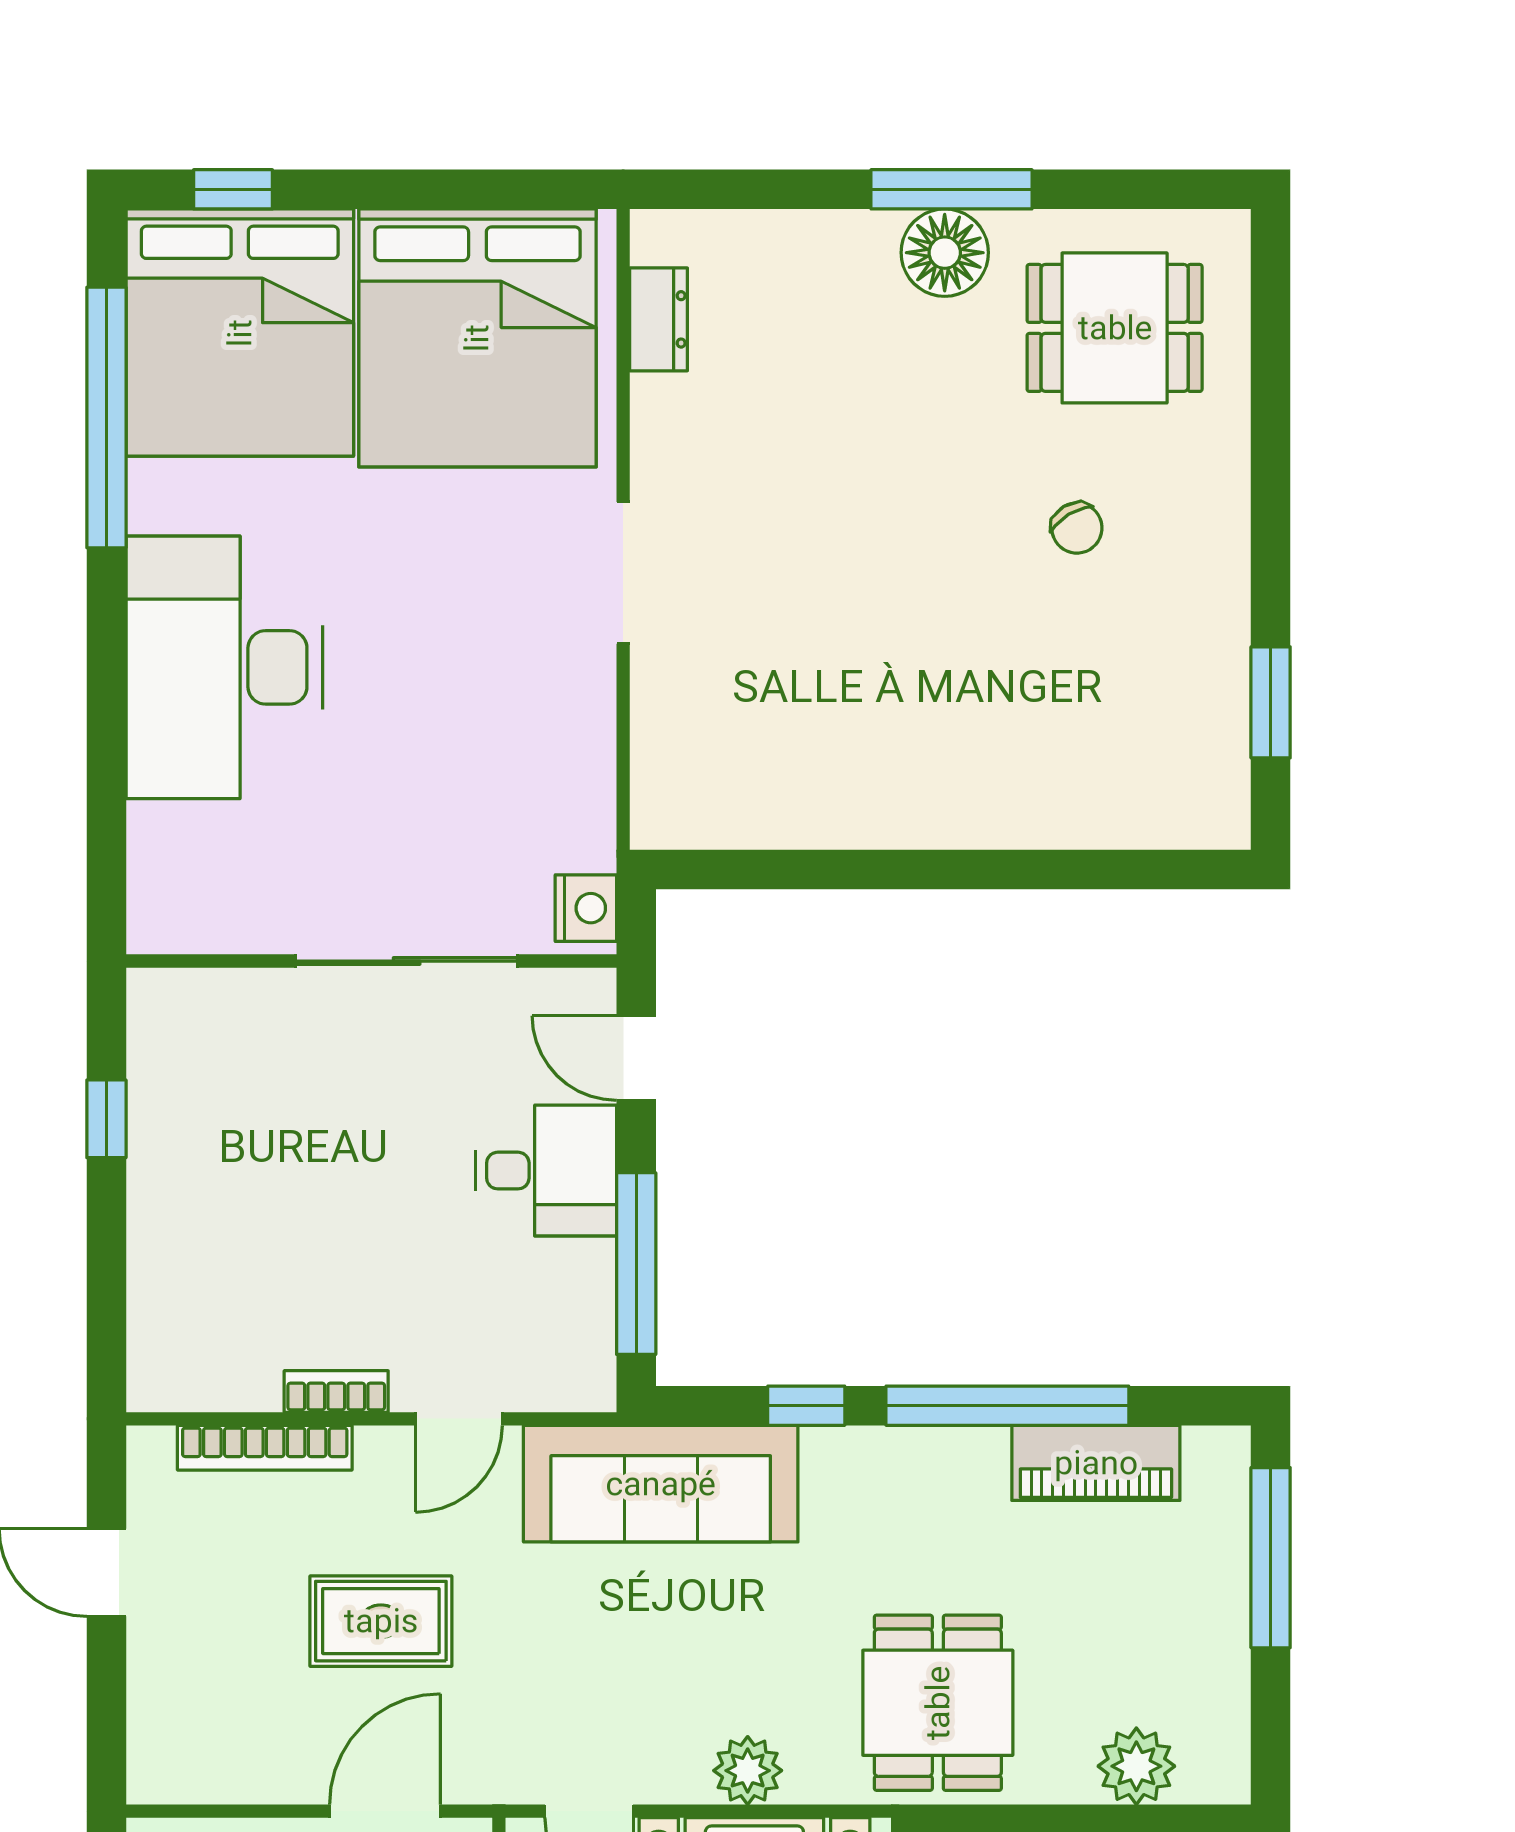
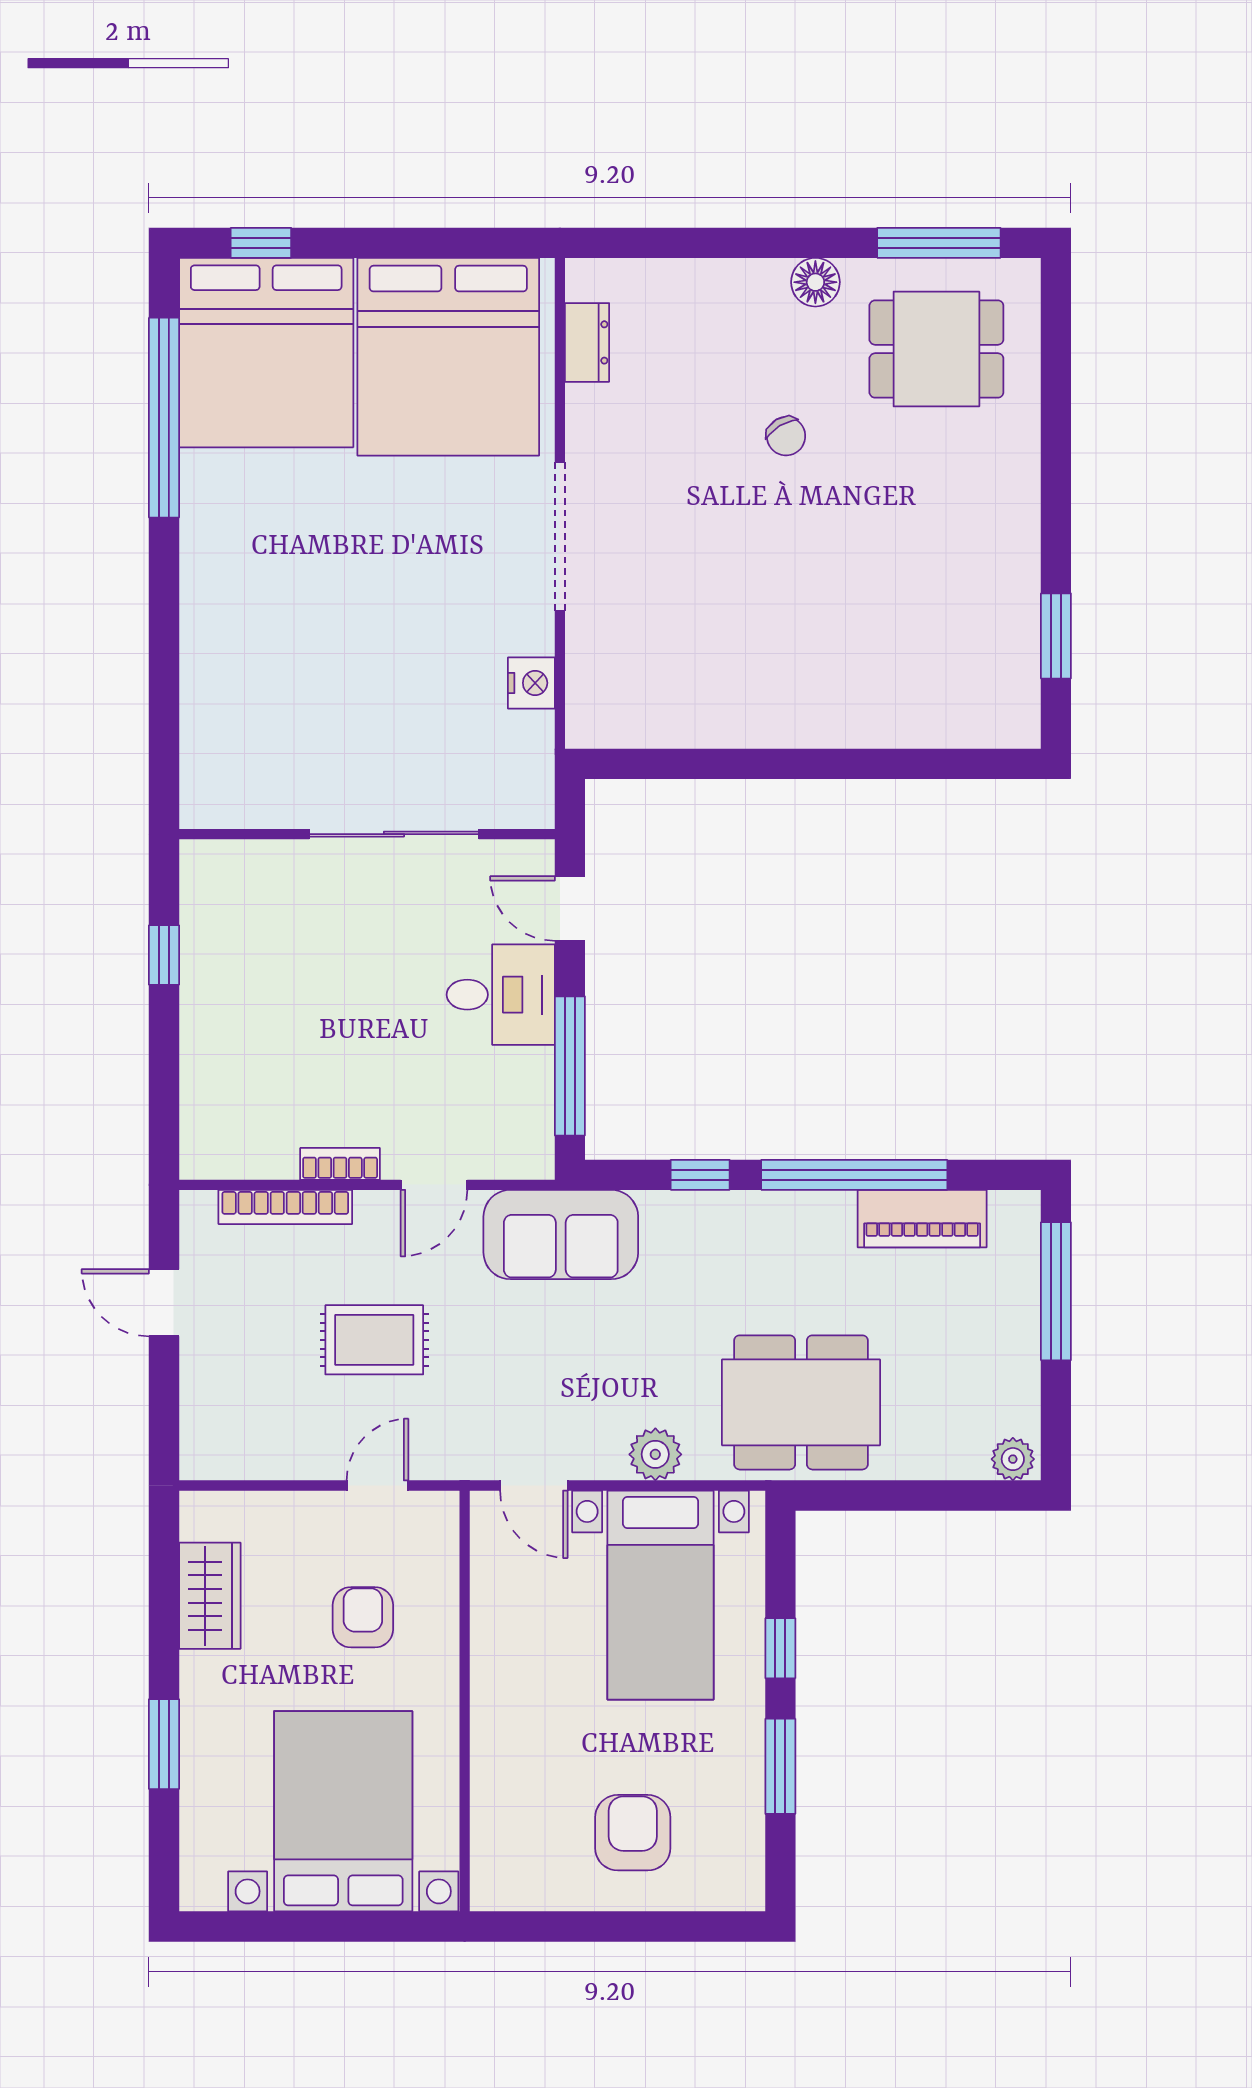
window: (951, 189) -> (939, 243), moved
floor lamp: (945, 253) -> (815, 282), width x0.73, depth x0.73
chair: (1077, 528) -> (786, 436), moved
doorway: (623, 573) -> (560, 537), width x1.36
desk: (224, 667) -> (254, 609), removed
nightstand: (586, 908) -> (531, 683), moved
sofa: (661, 1484) -> (561, 1235), width x0.73
dining table: (938, 1703) -> (801, 1402), width x1.38
plant: (1136, 1766) -> (1013, 1459), moved, width x0.73, depth x0.73
door: (385, 1811) -> (377, 1486), width x0.73

